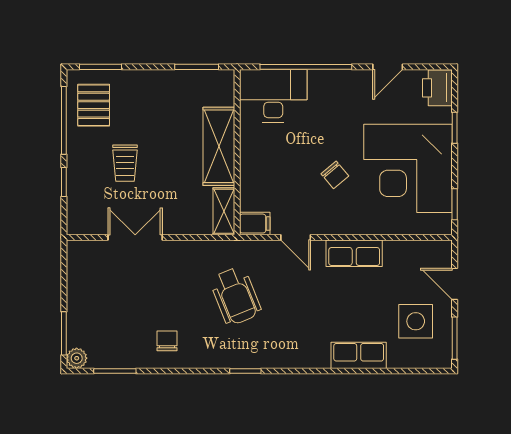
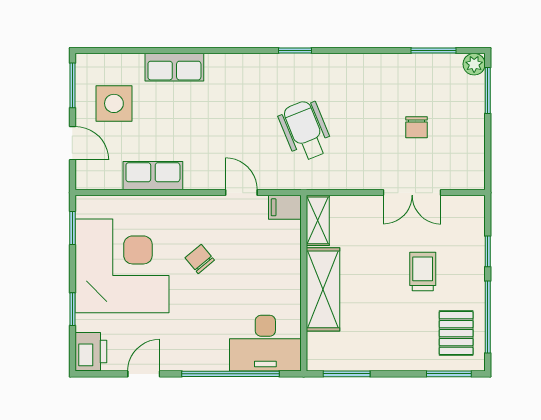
row of seats: (354, 253) -> (153, 176), moved
chair: (167, 341) -> (417, 127), moved

